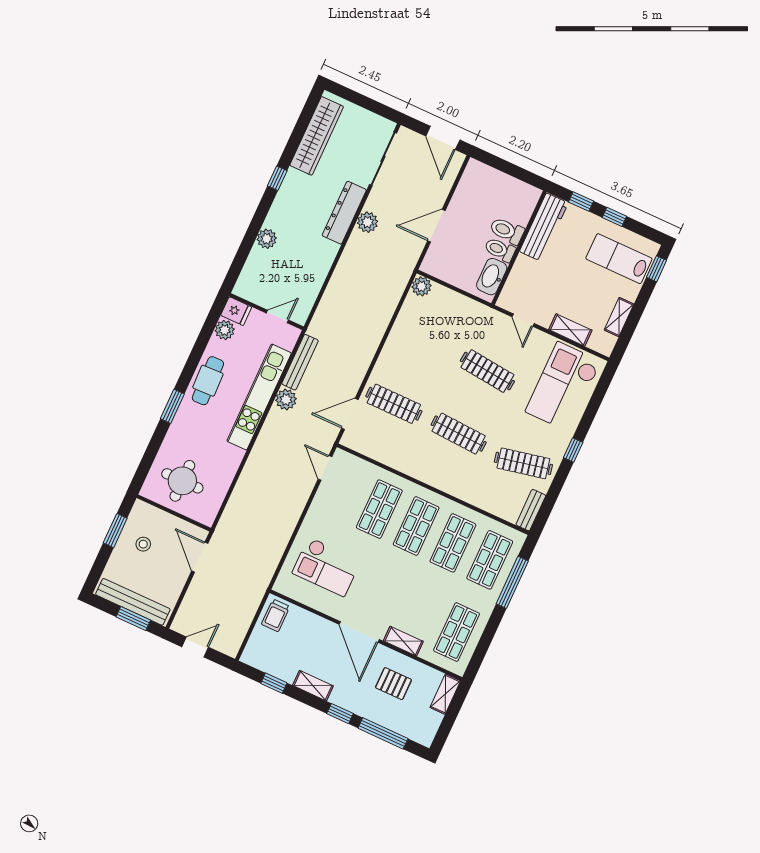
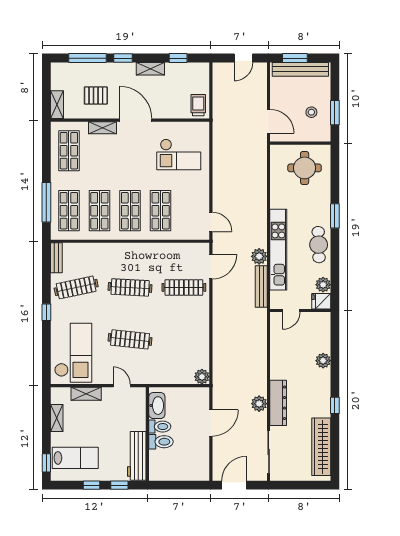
door: (443, 138) -> (234, 485), hinge flipped
checkout: (326, 567) -> (179, 154), turned 180

